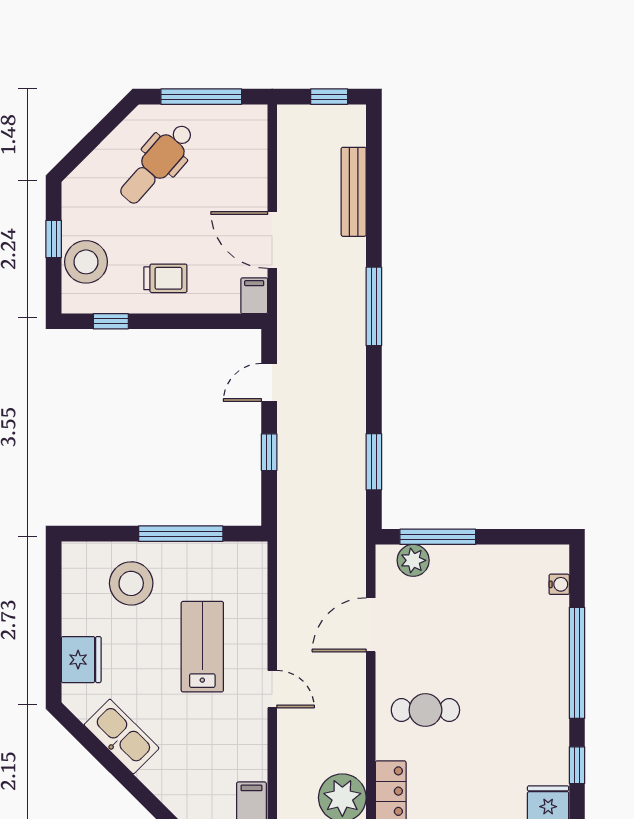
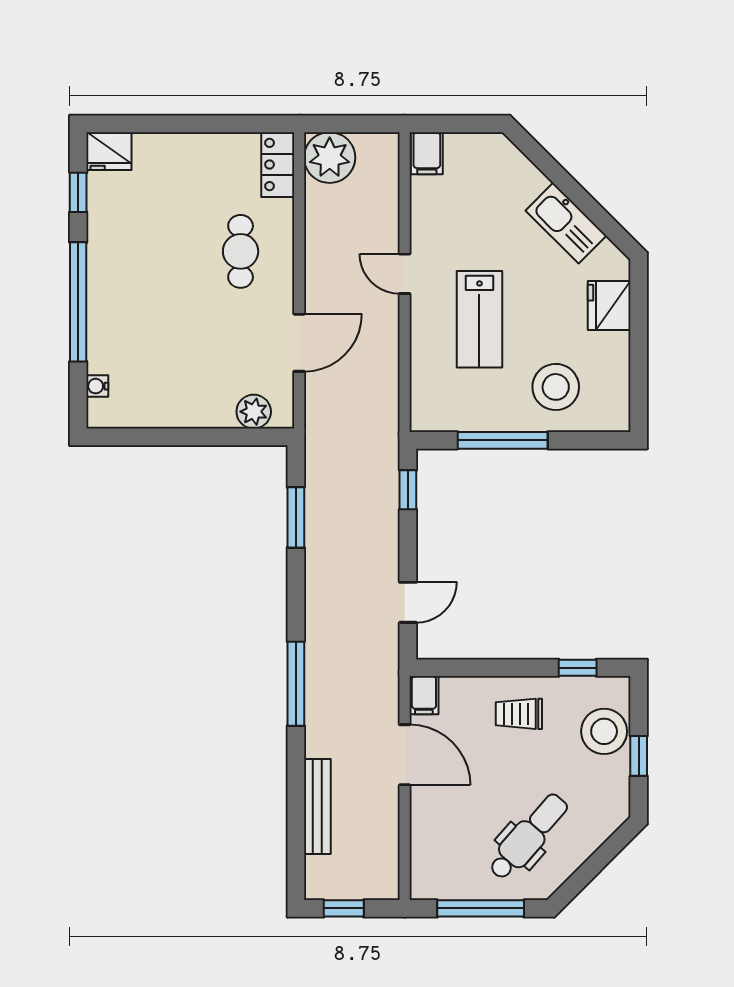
window: (269, 452) -> (408, 490), moved
window: (438, 537) -> (227, 437), removed
cafe table: (425, 710) -> (241, 251), turned 90

